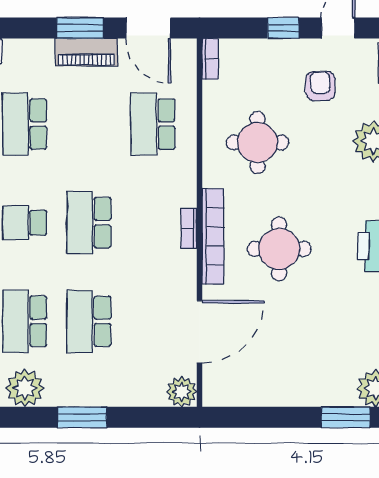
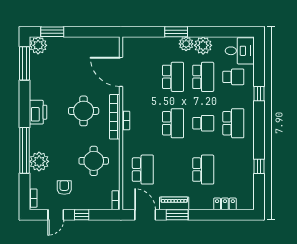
armchair: (320, 86) -> (64, 187), turned 180
door: (199, 332) -> (121, 72), hinge flipped
plant: (182, 392) -> (186, 44), moved

